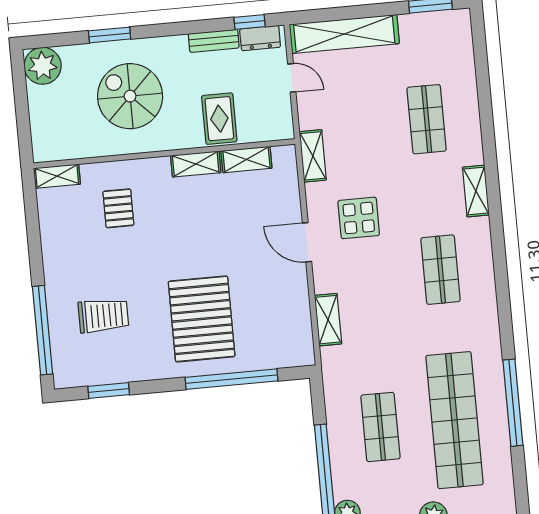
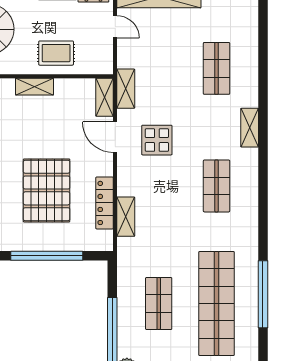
rug: (219, 119) -> (56, 53), turned 90
shelving: (246, 159) -> (105, 97), moved, turned 90
door: (307, 242) -> (115, 137), moved
locker: (299, 305) -> (105, 203), added
pallet: (202, 319) -> (47, 190), moved

